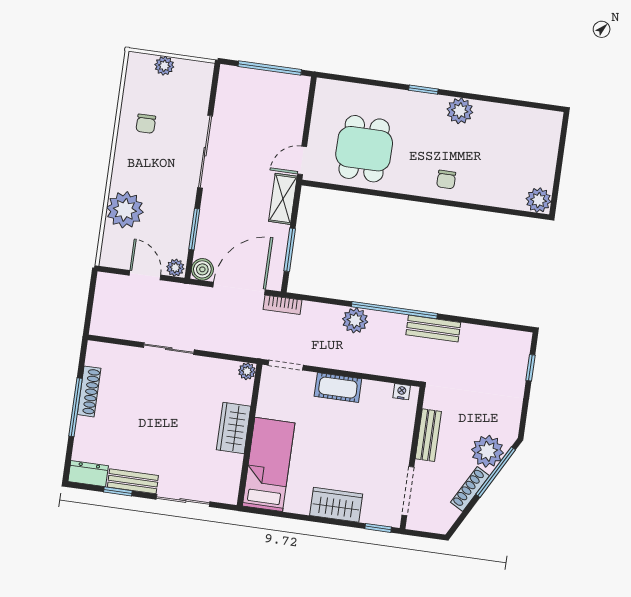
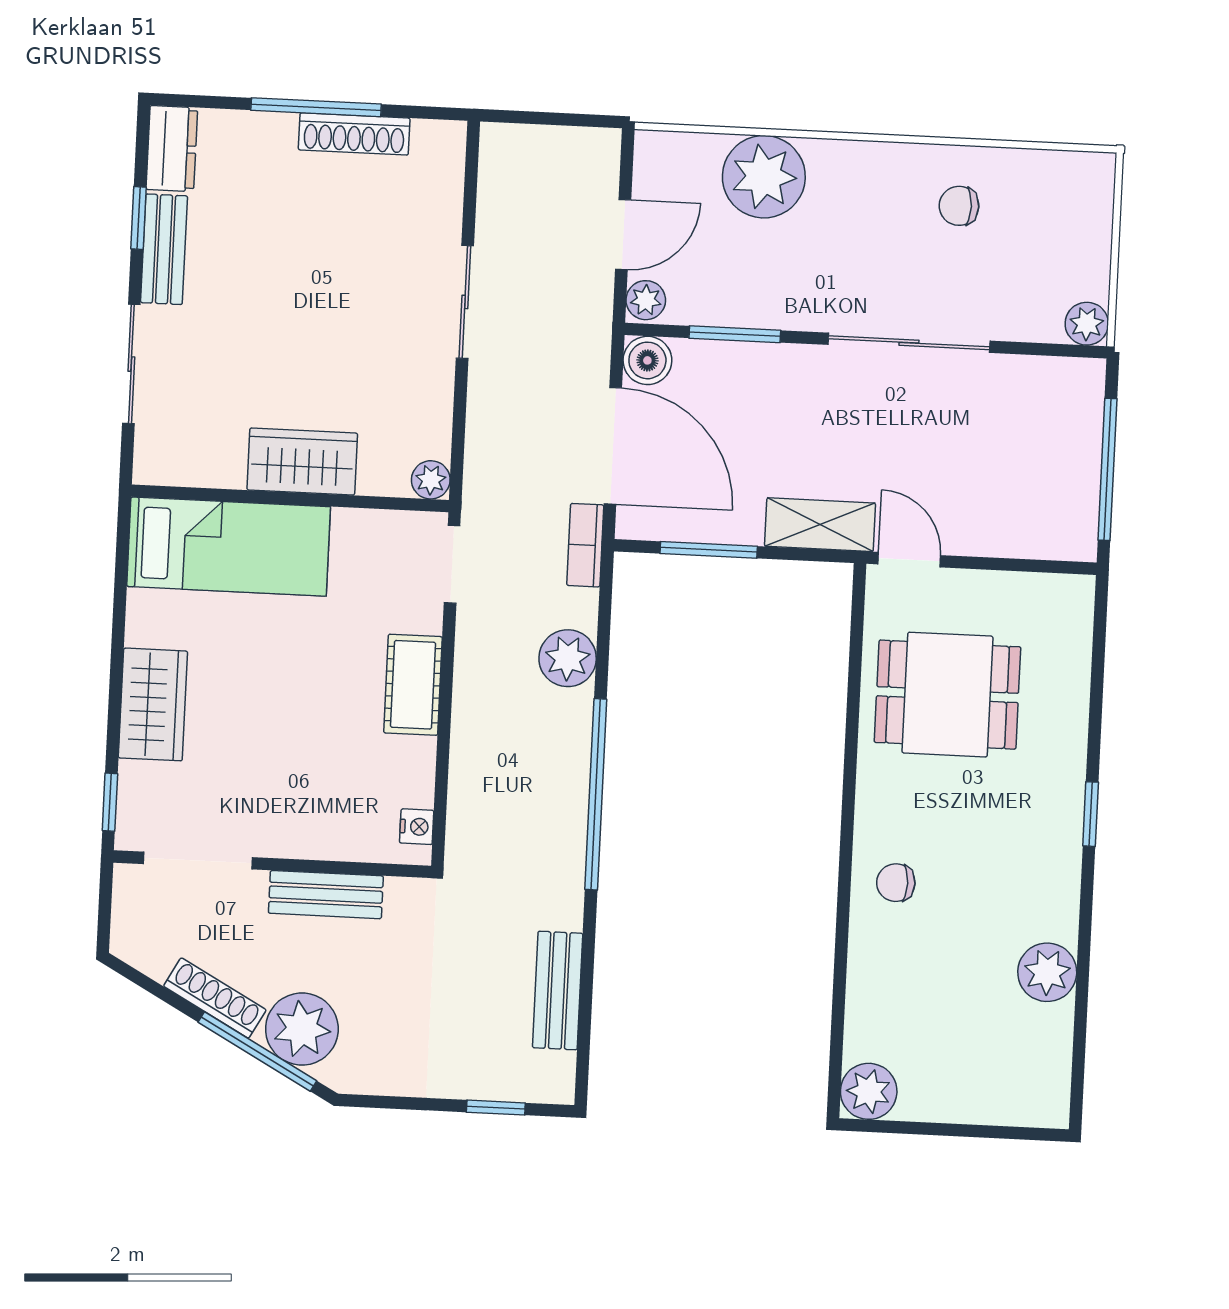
plant: (164, 66) -> (1087, 324), moved
plant: (460, 111) -> (1047, 972), moved
plant: (355, 320) -> (568, 658), moved
bench: (433, 329) -> (558, 991), moved

